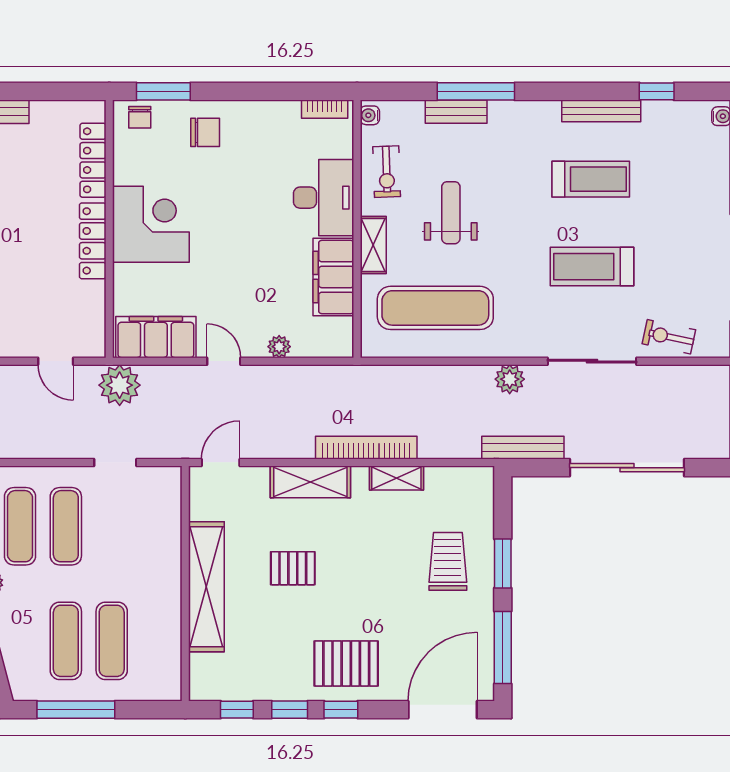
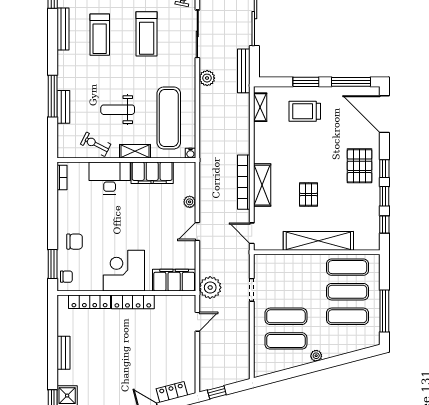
water cooler: (370, 115) -> (190, 153), moved
chair: (205, 132) -> (75, 242), turned 90
exercise bike: (387, 172) -> (96, 144), turned -151
treadmill: (591, 179) -> (100, 35), turned 180
filing cabinet: (156, 337) -> (174, 280), moved, turned 90
bookcase: (366, 448) -> (244, 182), moved
shelving: (396, 478) -> (260, 107), moved
exercise mat: (157, 641) -> (347, 267), added

